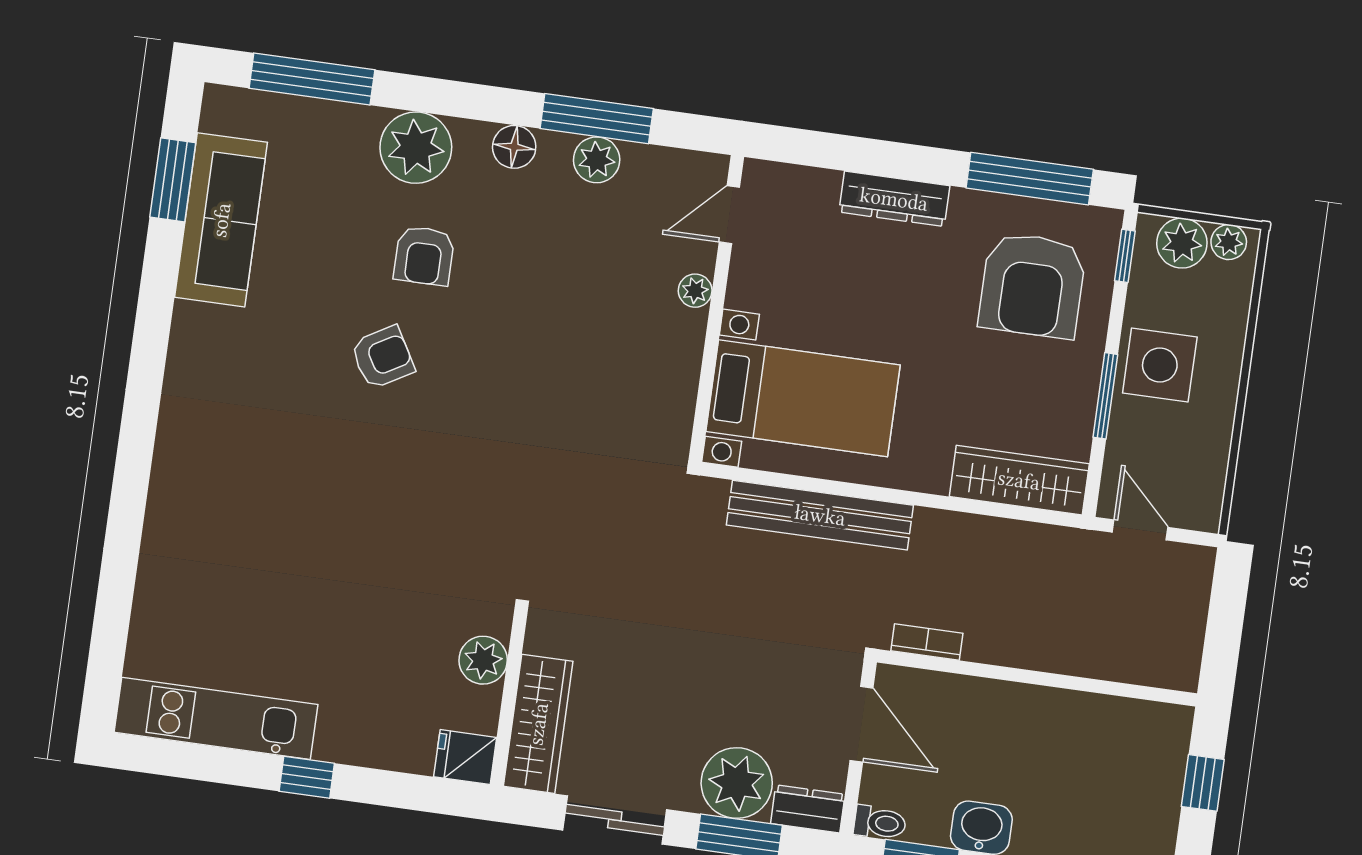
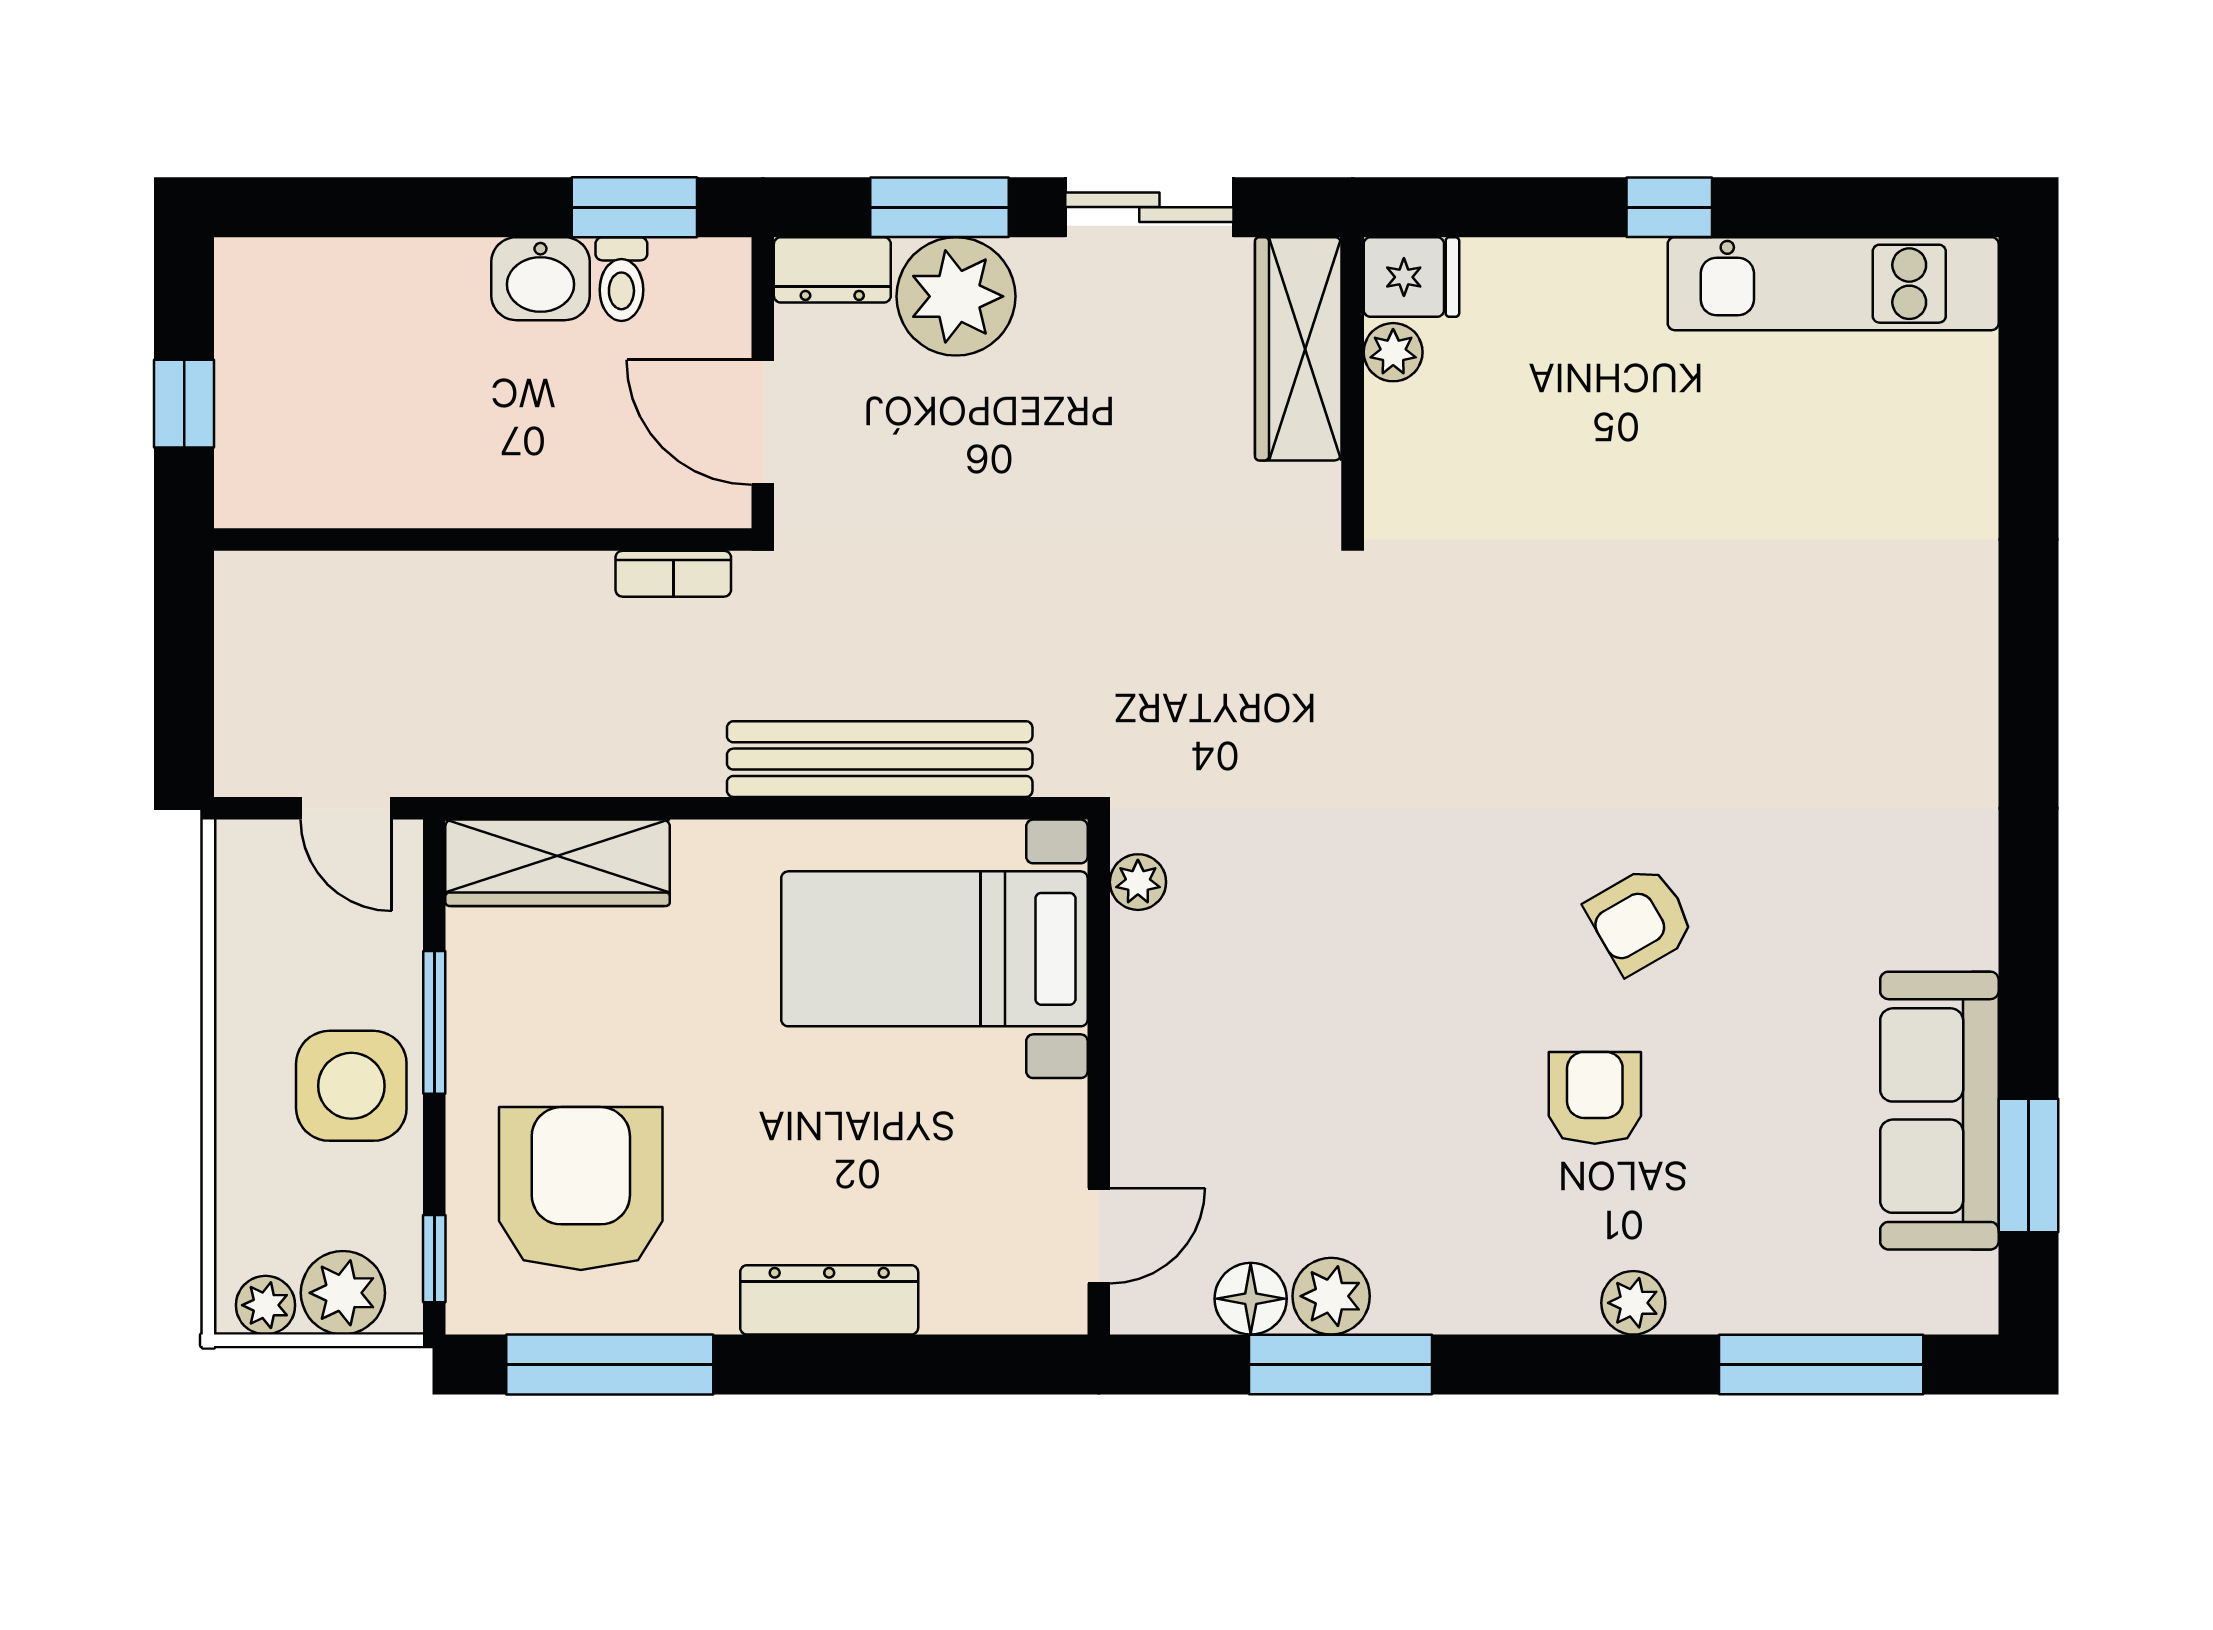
floor lamp: (514, 147) -> (1251, 1299), moved
plant: (416, 148) -> (1633, 1303), width x0.53, depth x0.53
plant: (695, 291) -> (1138, 882), moved
plant: (483, 660) -> (1393, 352), moved, width x0.73, depth x0.73
toilet: (880, 823) -> (621, 279), moved, turned -90

